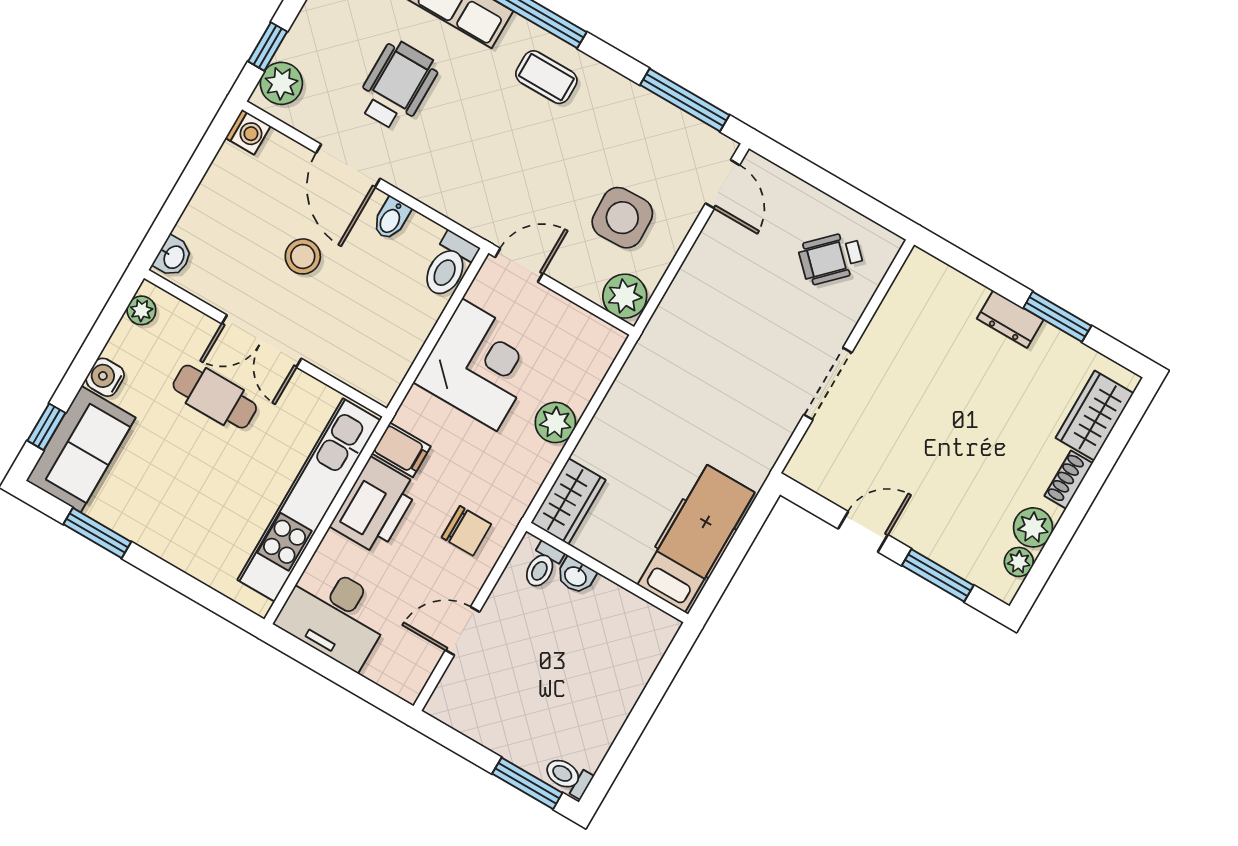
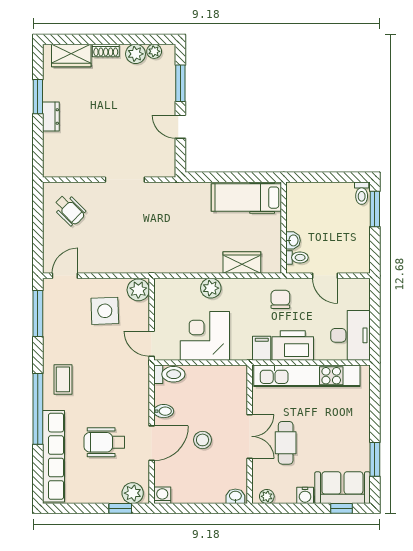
hospital bed: (696, 539) -> (246, 198), moved
toilet: (542, 566) -> (297, 258), moved
wall: (607, 572) -> (284, 228), moved
washbasin: (576, 576) -> (293, 240), moved

